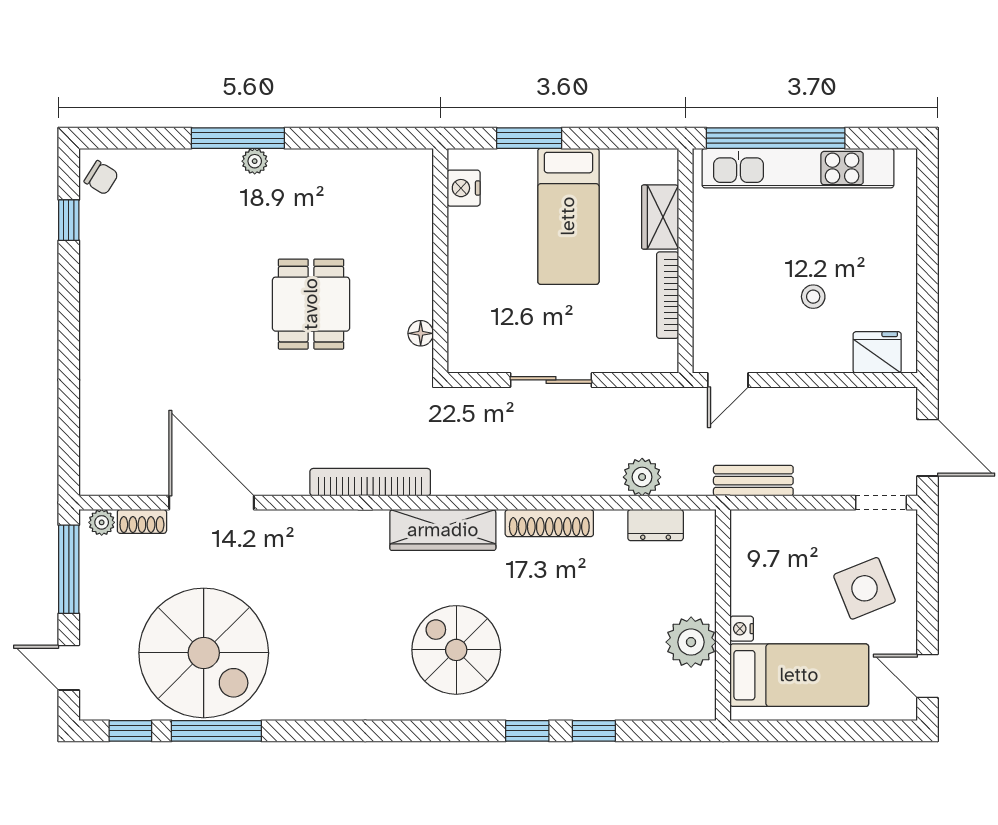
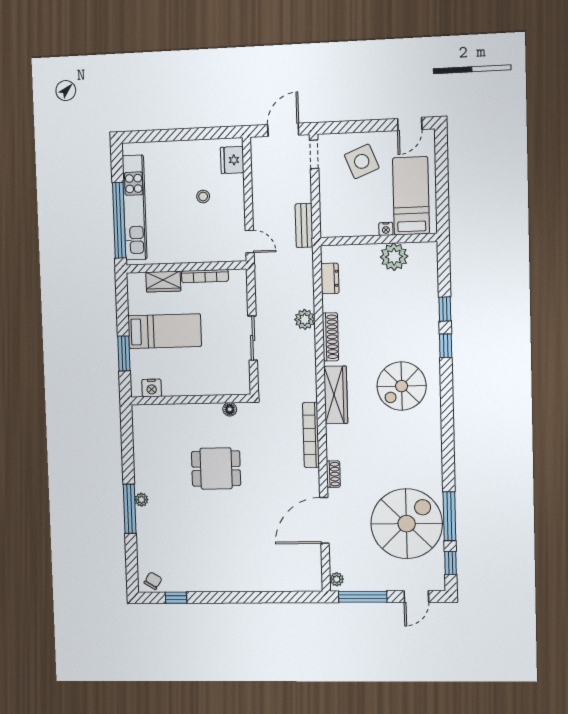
plant: (642, 477) -> (305, 319), moved
shoe rack: (142, 521) -> (333, 474), moved

